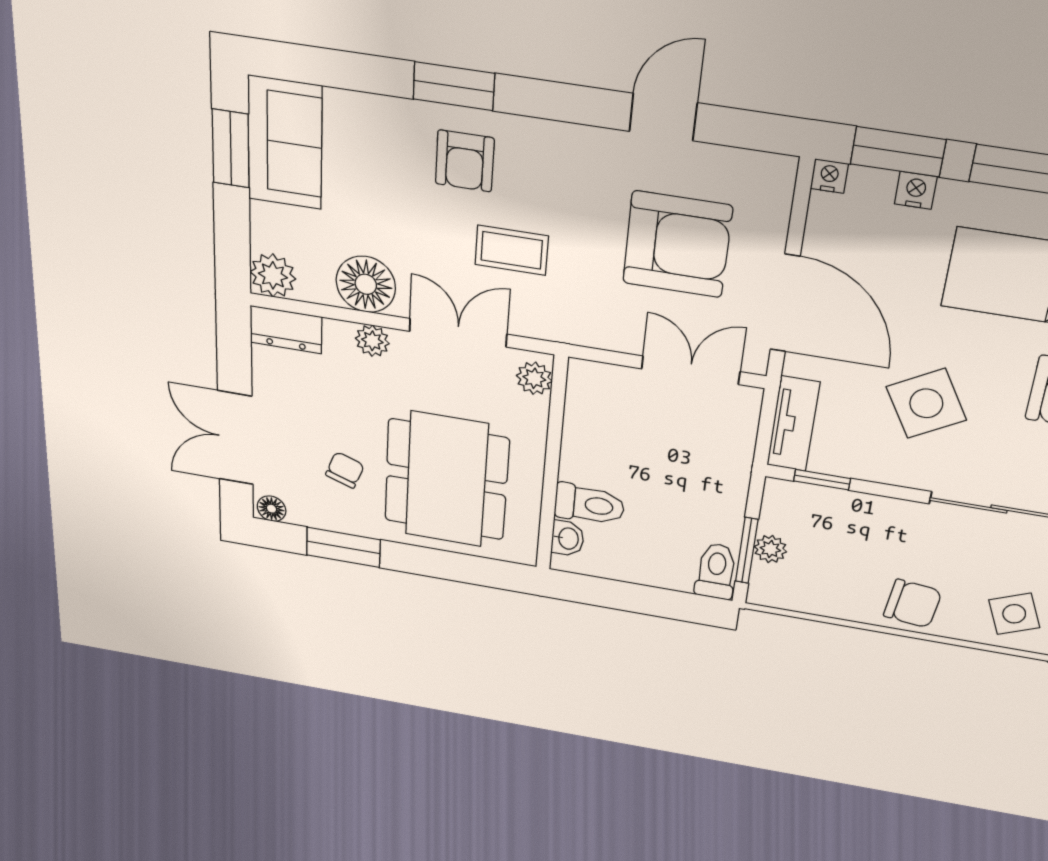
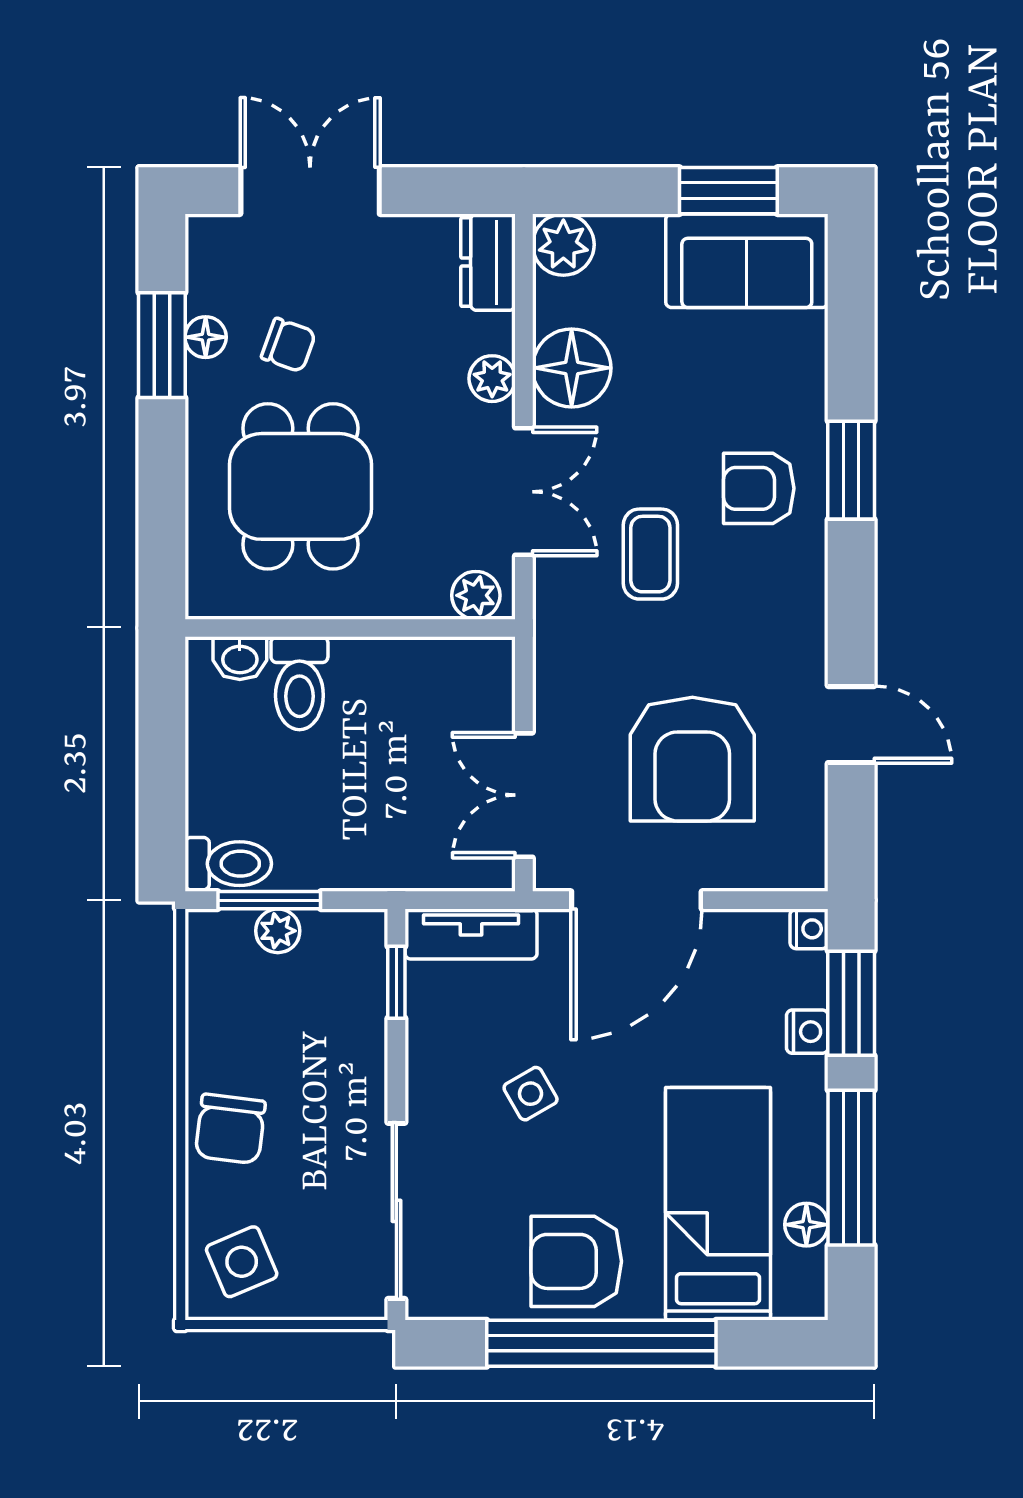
double door: (691, 370) -> (524, 795), swing flipped
side table: (926, 403) -> (531, 1094), width x0.54, depth x0.54
dining table: (446, 480) -> (300, 486), width x0.73
floor lamp: (272, 509) -> (206, 337), moved

